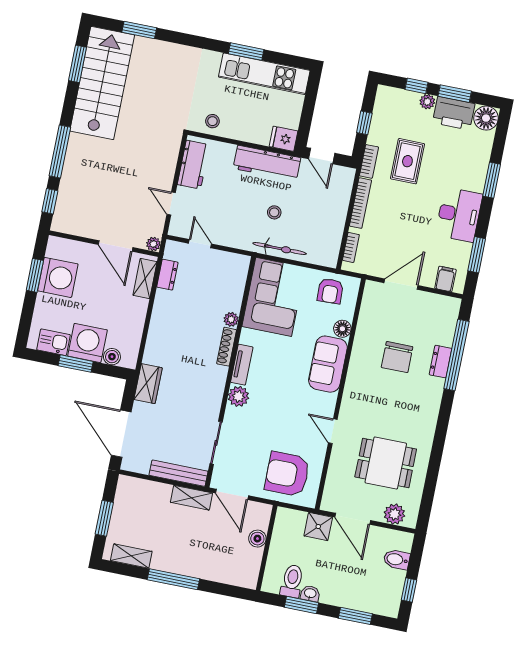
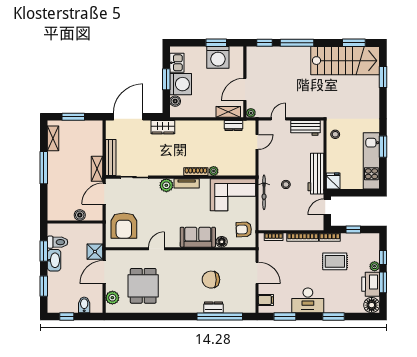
armchair: (287, 474) -> (124, 226), turned 180
washbasin: (310, 594) -> (54, 260), width x1.91, depth x1.45

